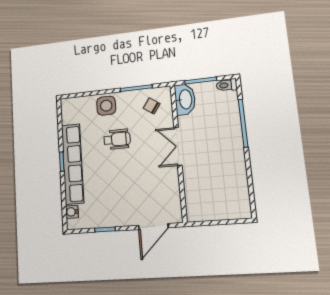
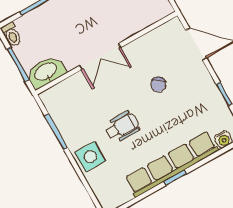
chair: (152, 106) -> (158, 84), moved
wheelchair: (117, 139) -> (122, 127), turned 90

